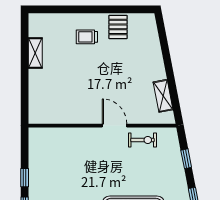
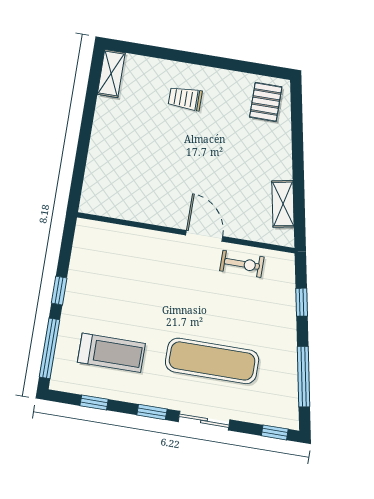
pallet: (118, 27) -> (266, 102), moved
shelving: (35, 53) -> (111, 74), moved

